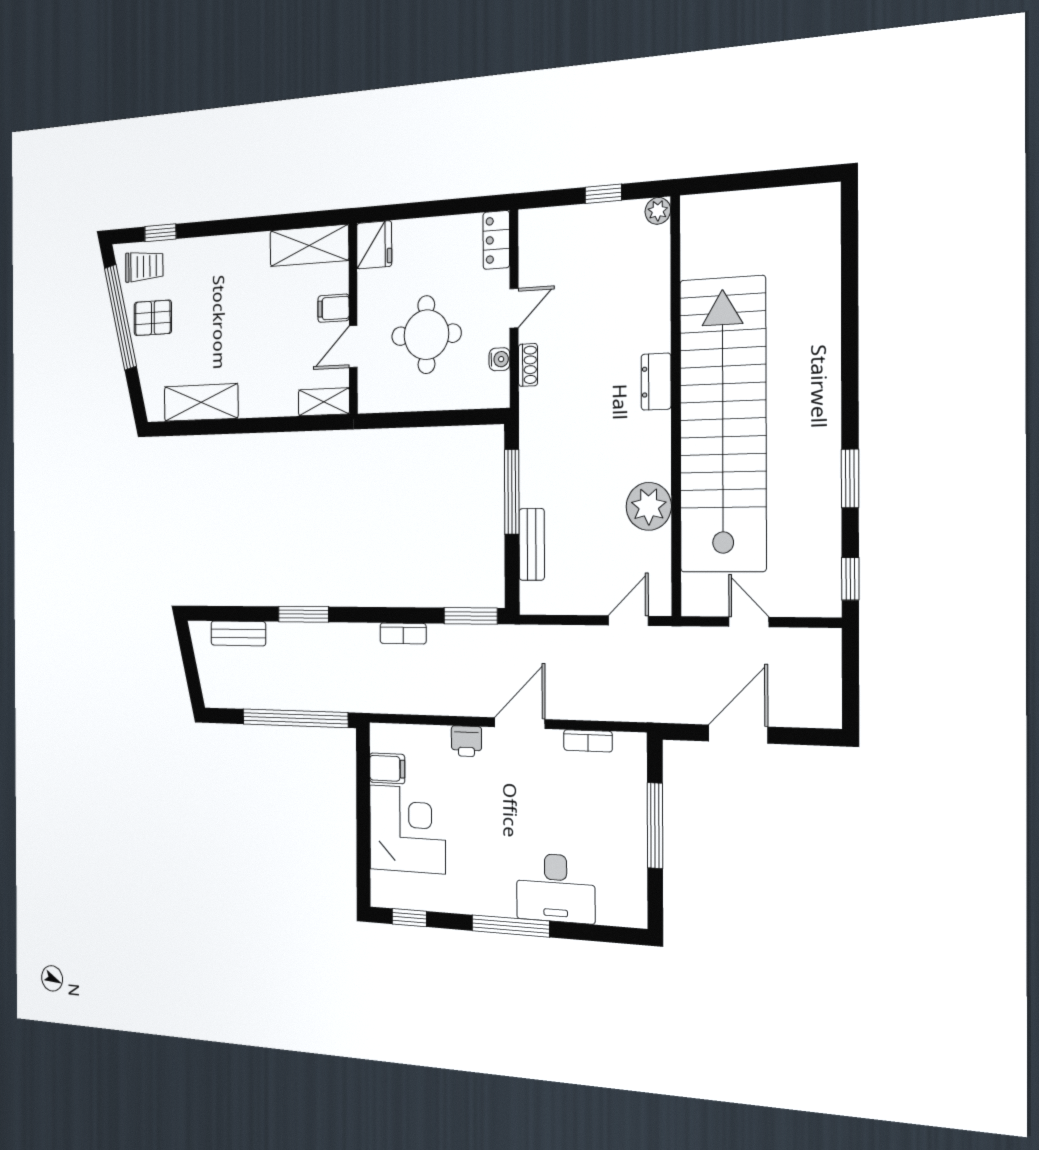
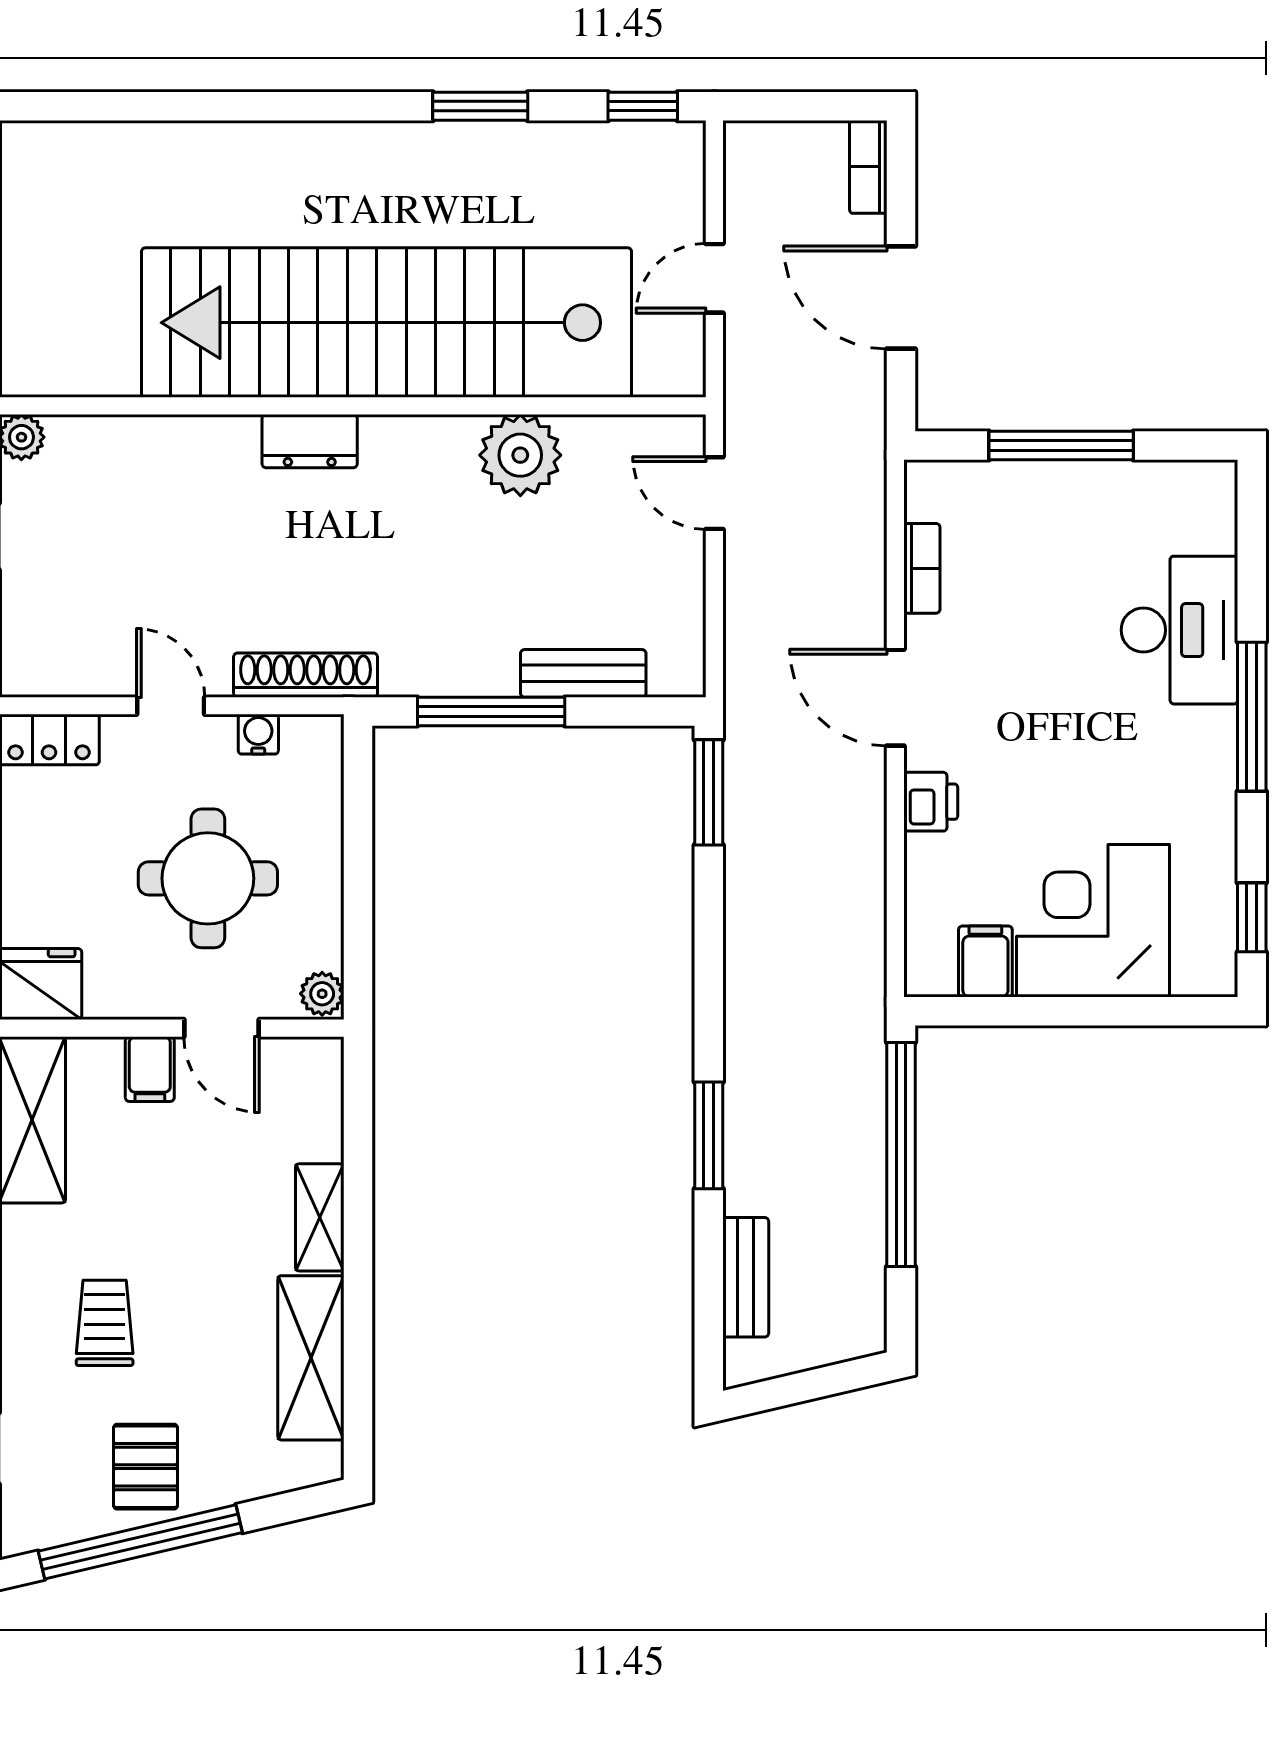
trolley: (144, 266) -> (105, 1323), moved
shoe rack: (528, 365) -> (306, 675), width x1.94, depth x1.24
plant: (370, 401) -> (322, 994), added
shelving: (324, 402) -> (320, 1217), moved
bookcase: (403, 633) -> (868, 167), moved, turned 180

